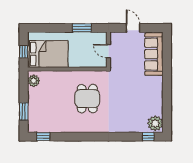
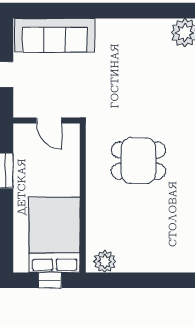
door: (108, 51) -> (49, 121), hinge flipped
window: (24, 112) -> (163, 280), removed

